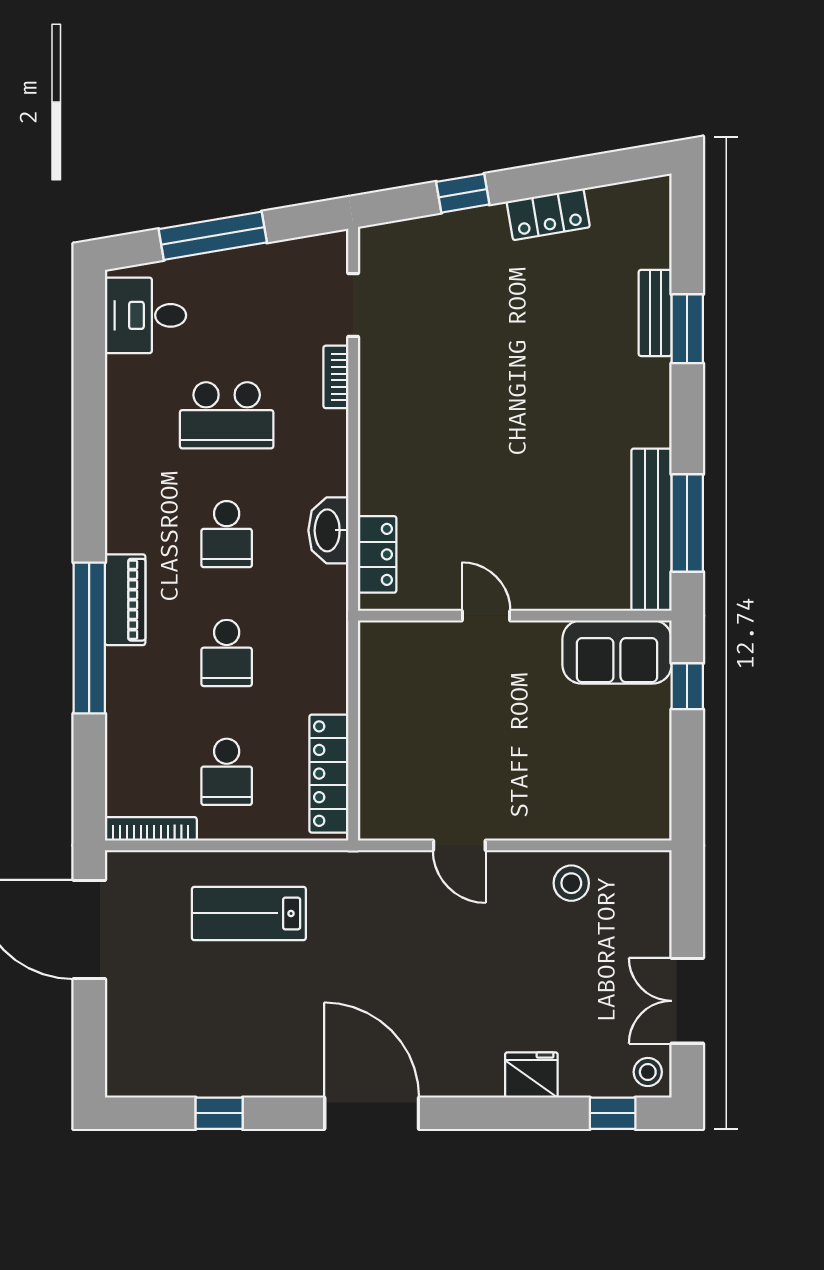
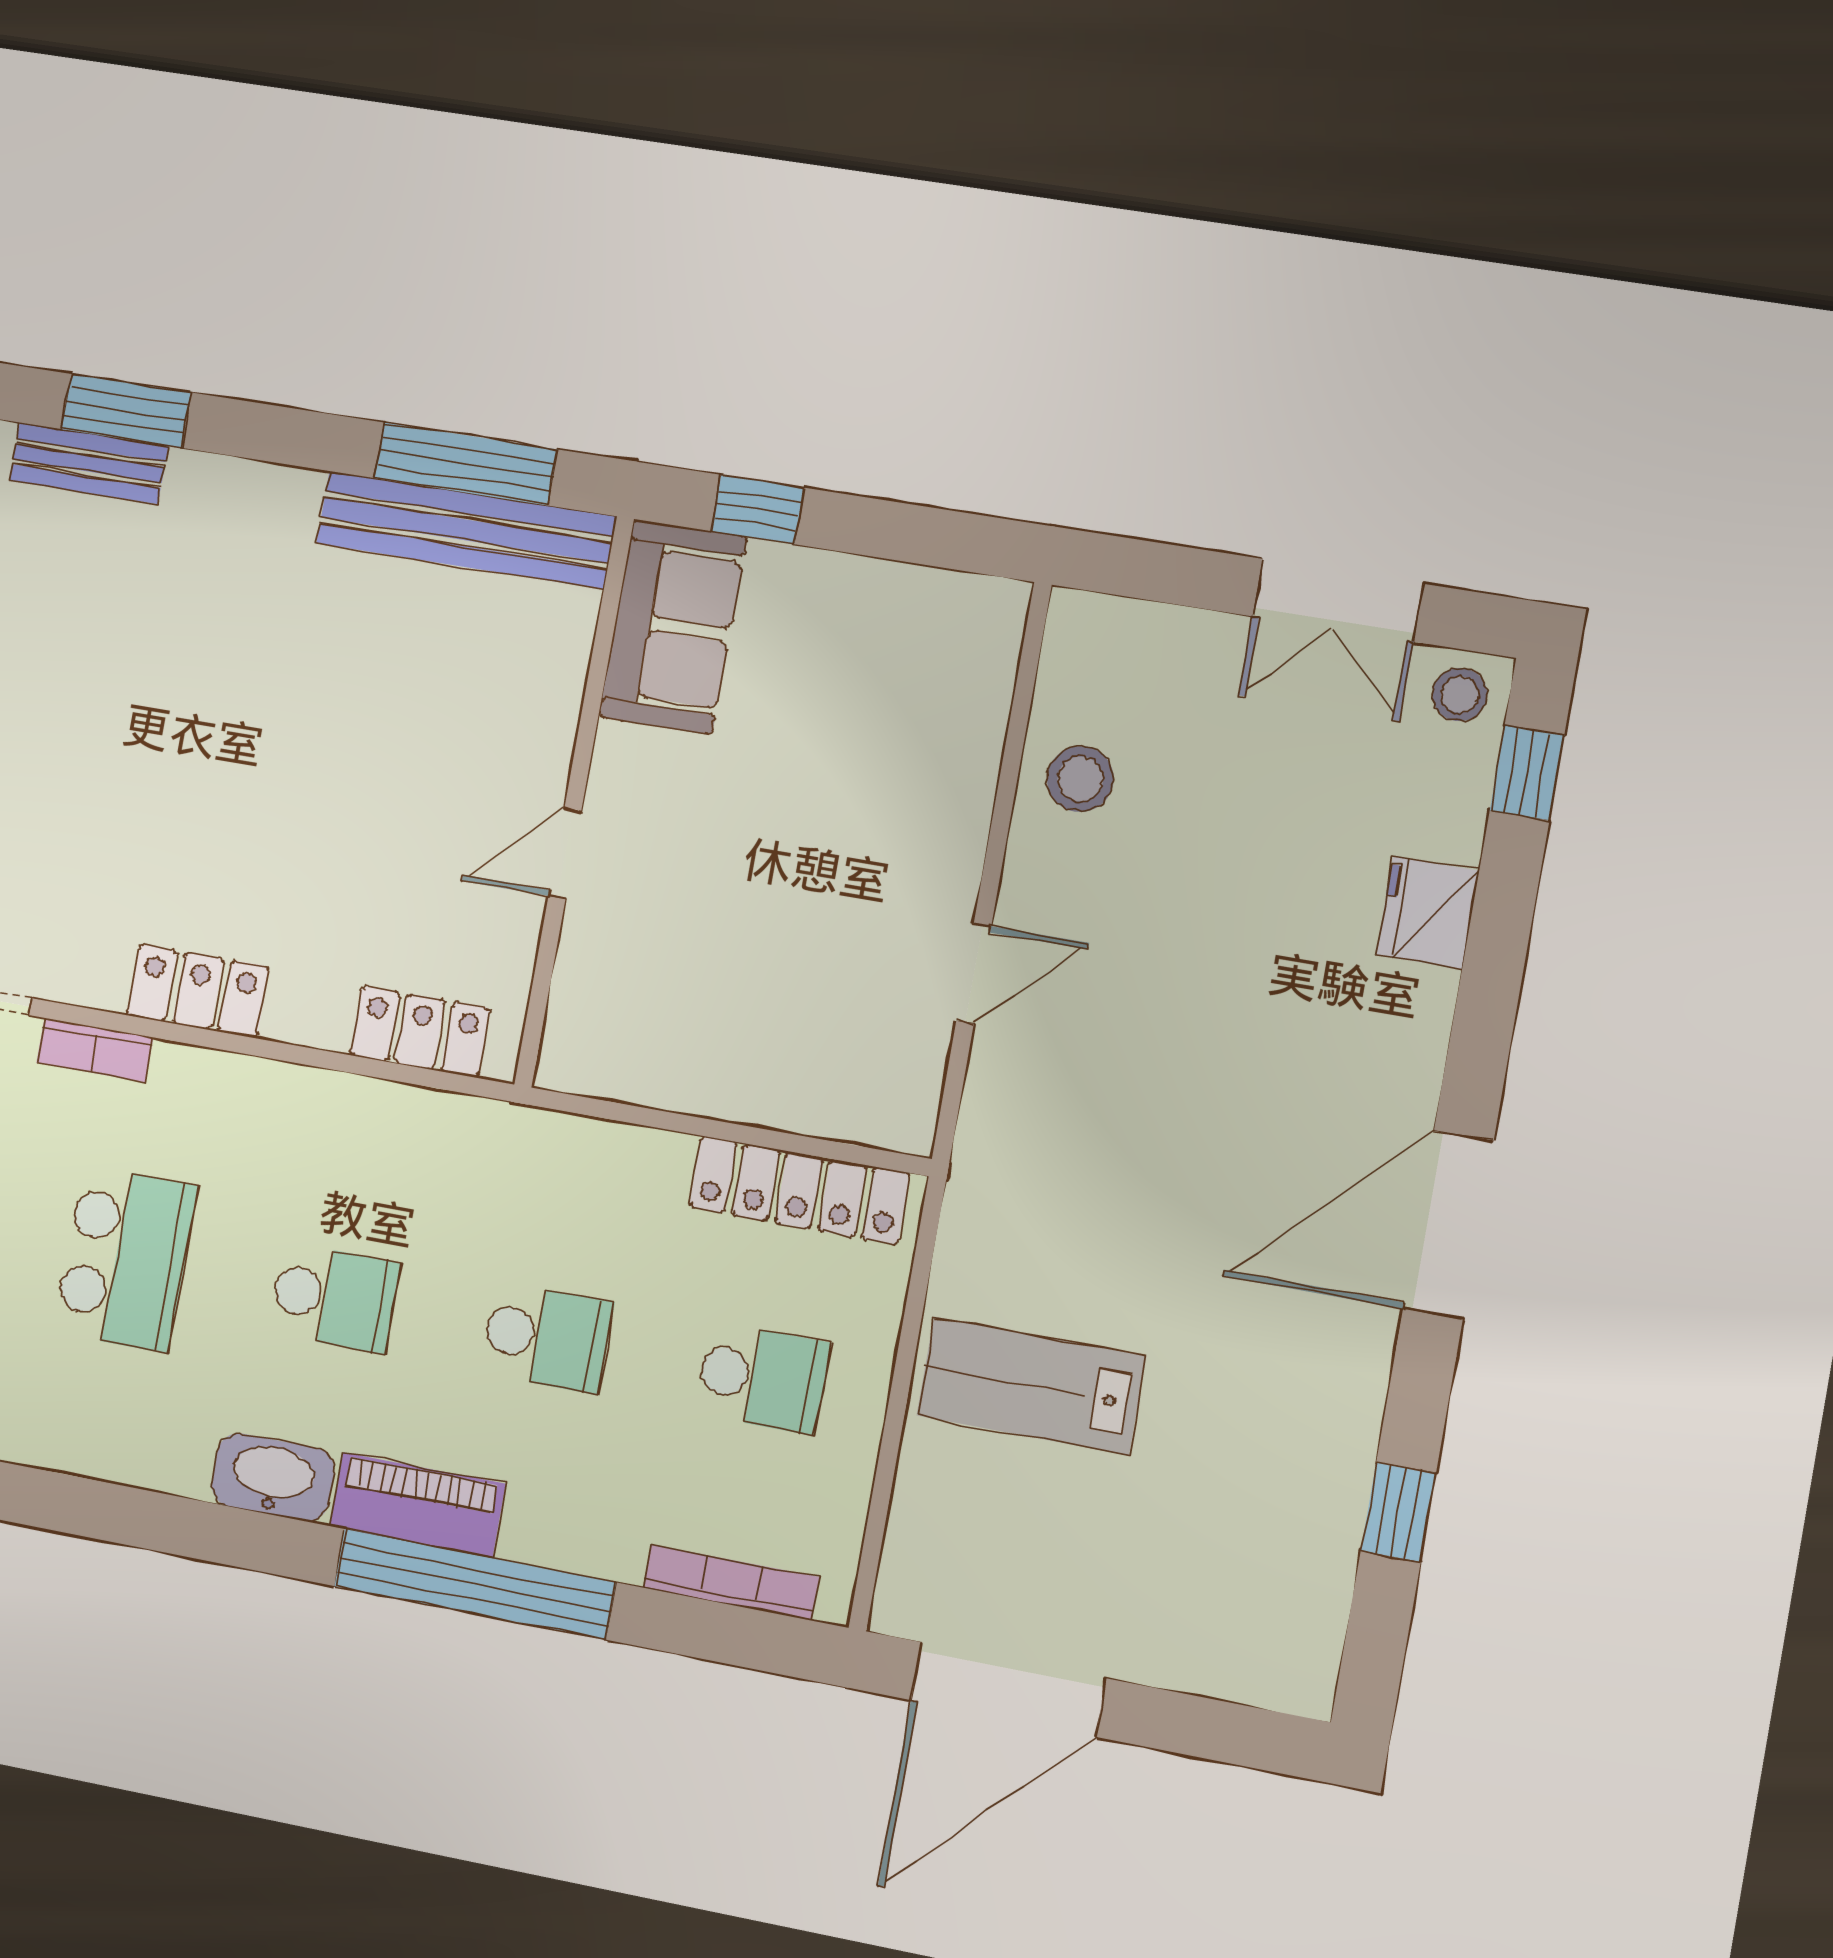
locker: (378, 428) -> (198, 991), added
washbasin: (328, 530) -> (273, 1477), moved, turned 180
bookcase: (151, 829) -> (731, 1582), moved, turned 90
lab bench: (249, 913) -> (1031, 1386), turned 90

